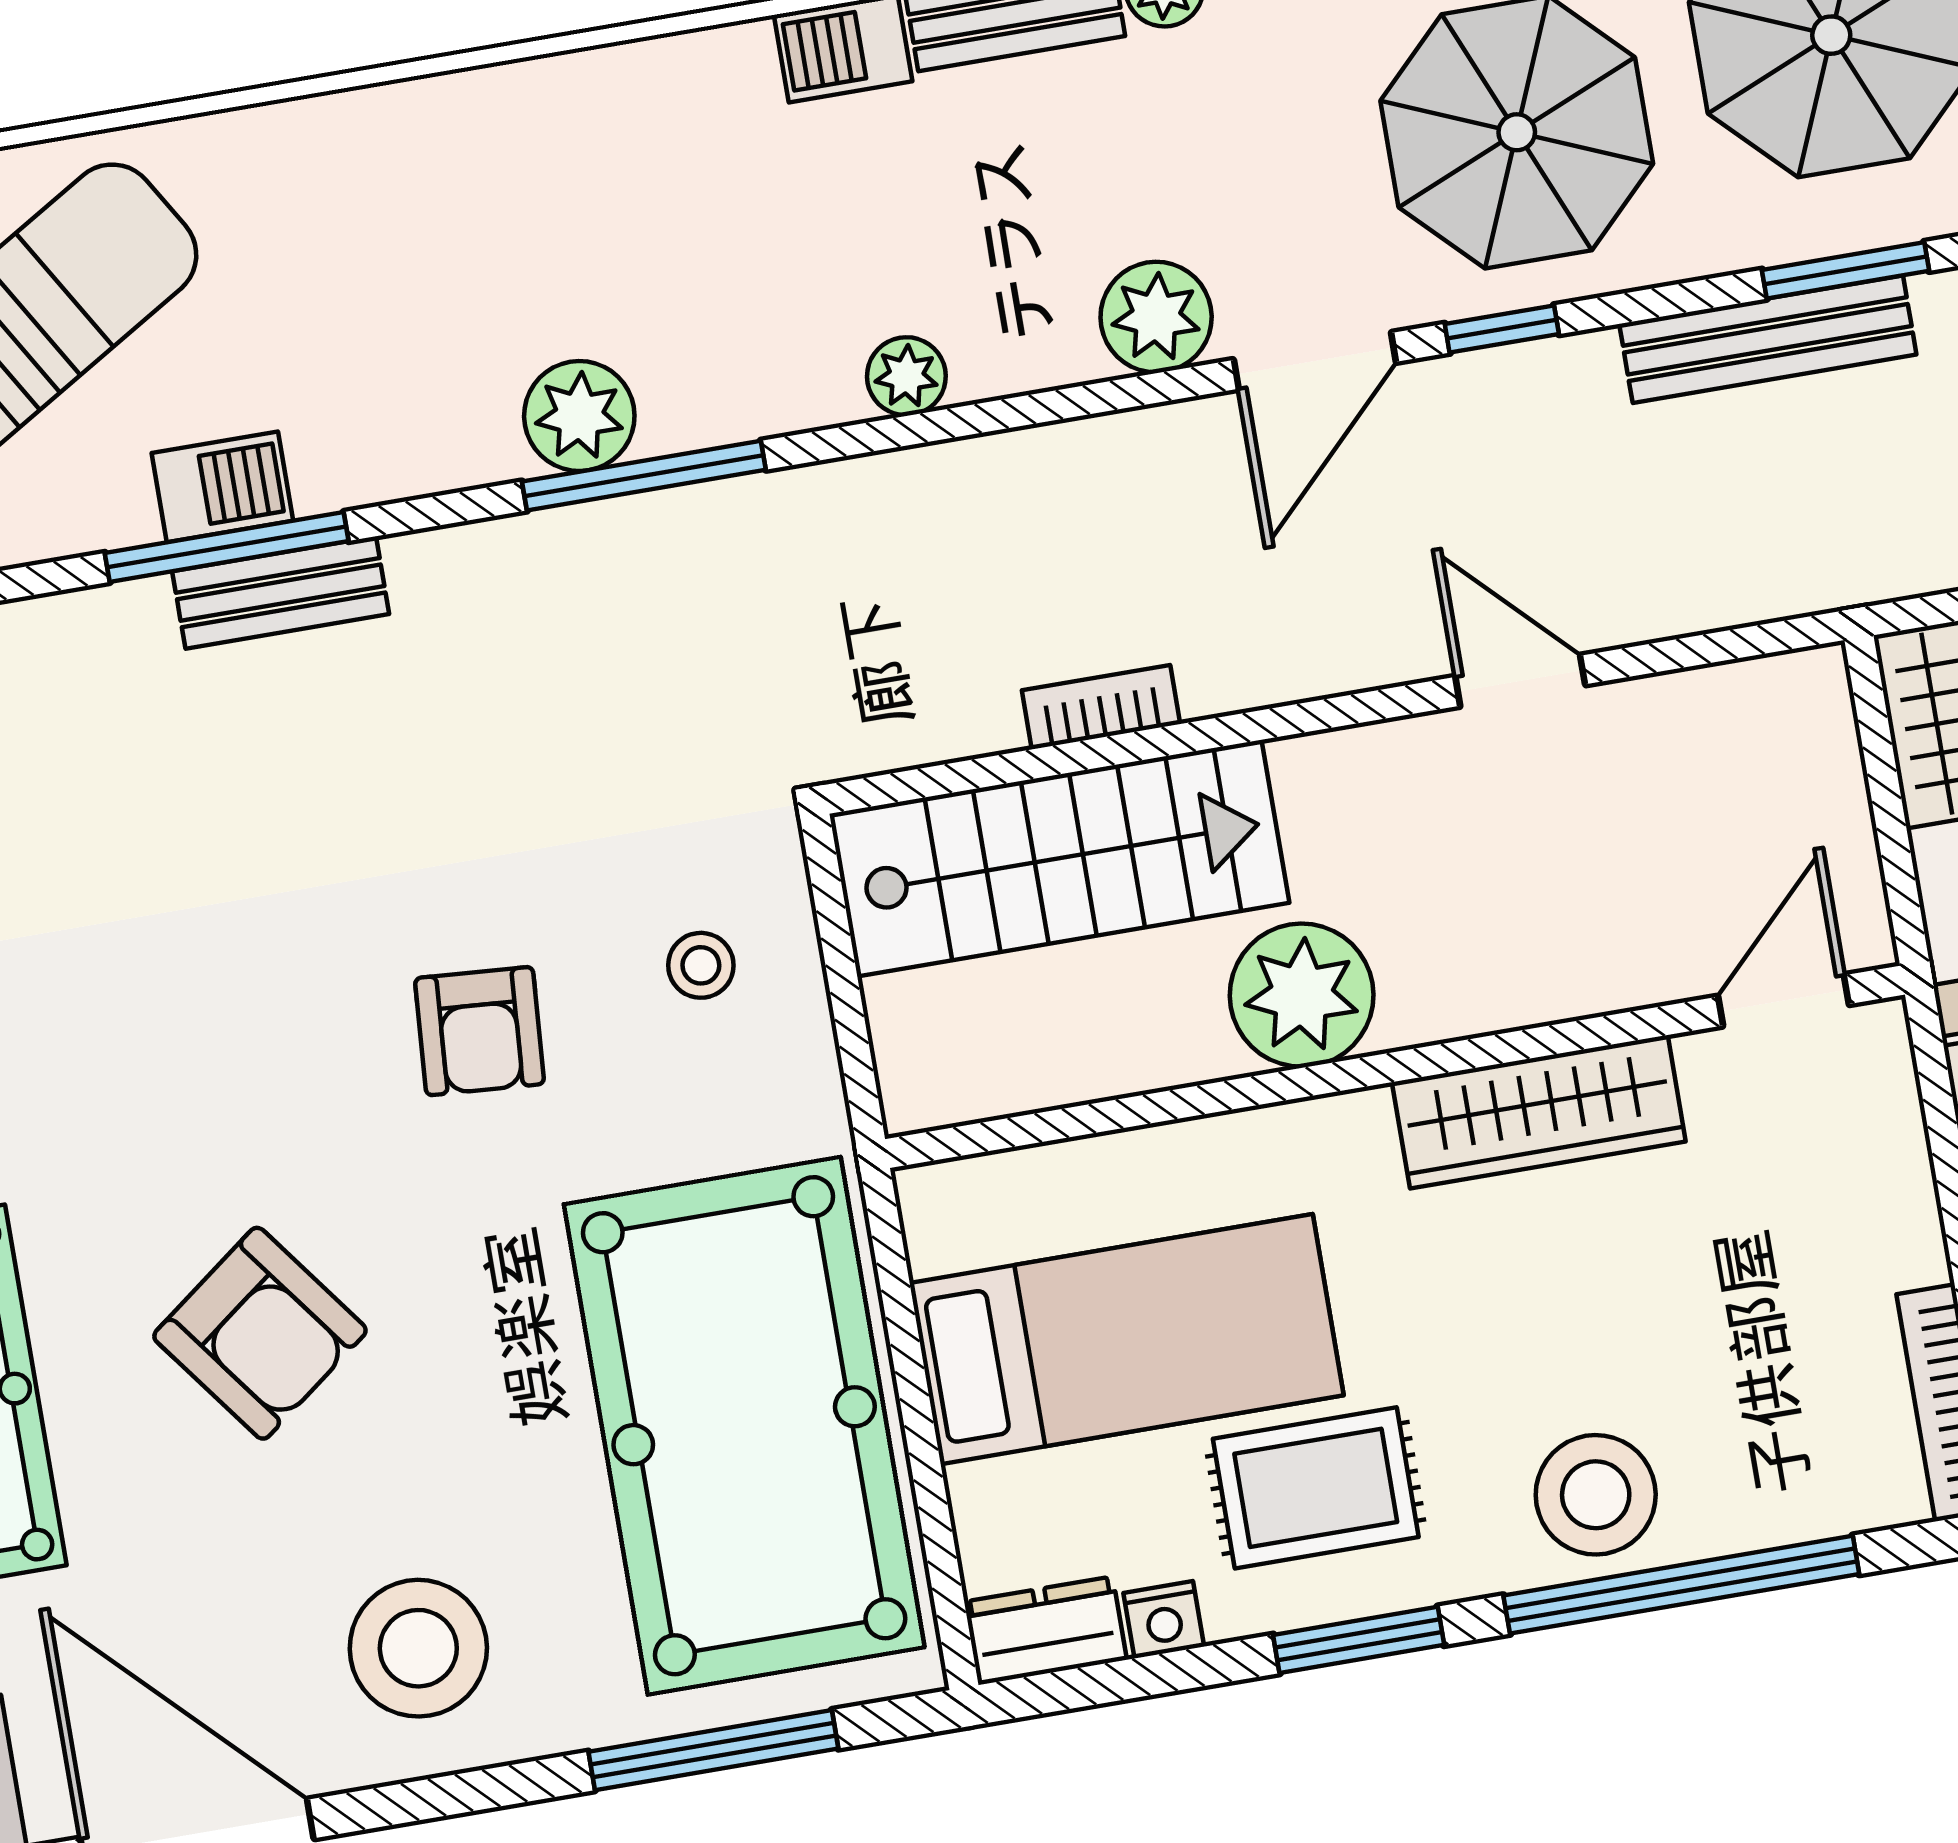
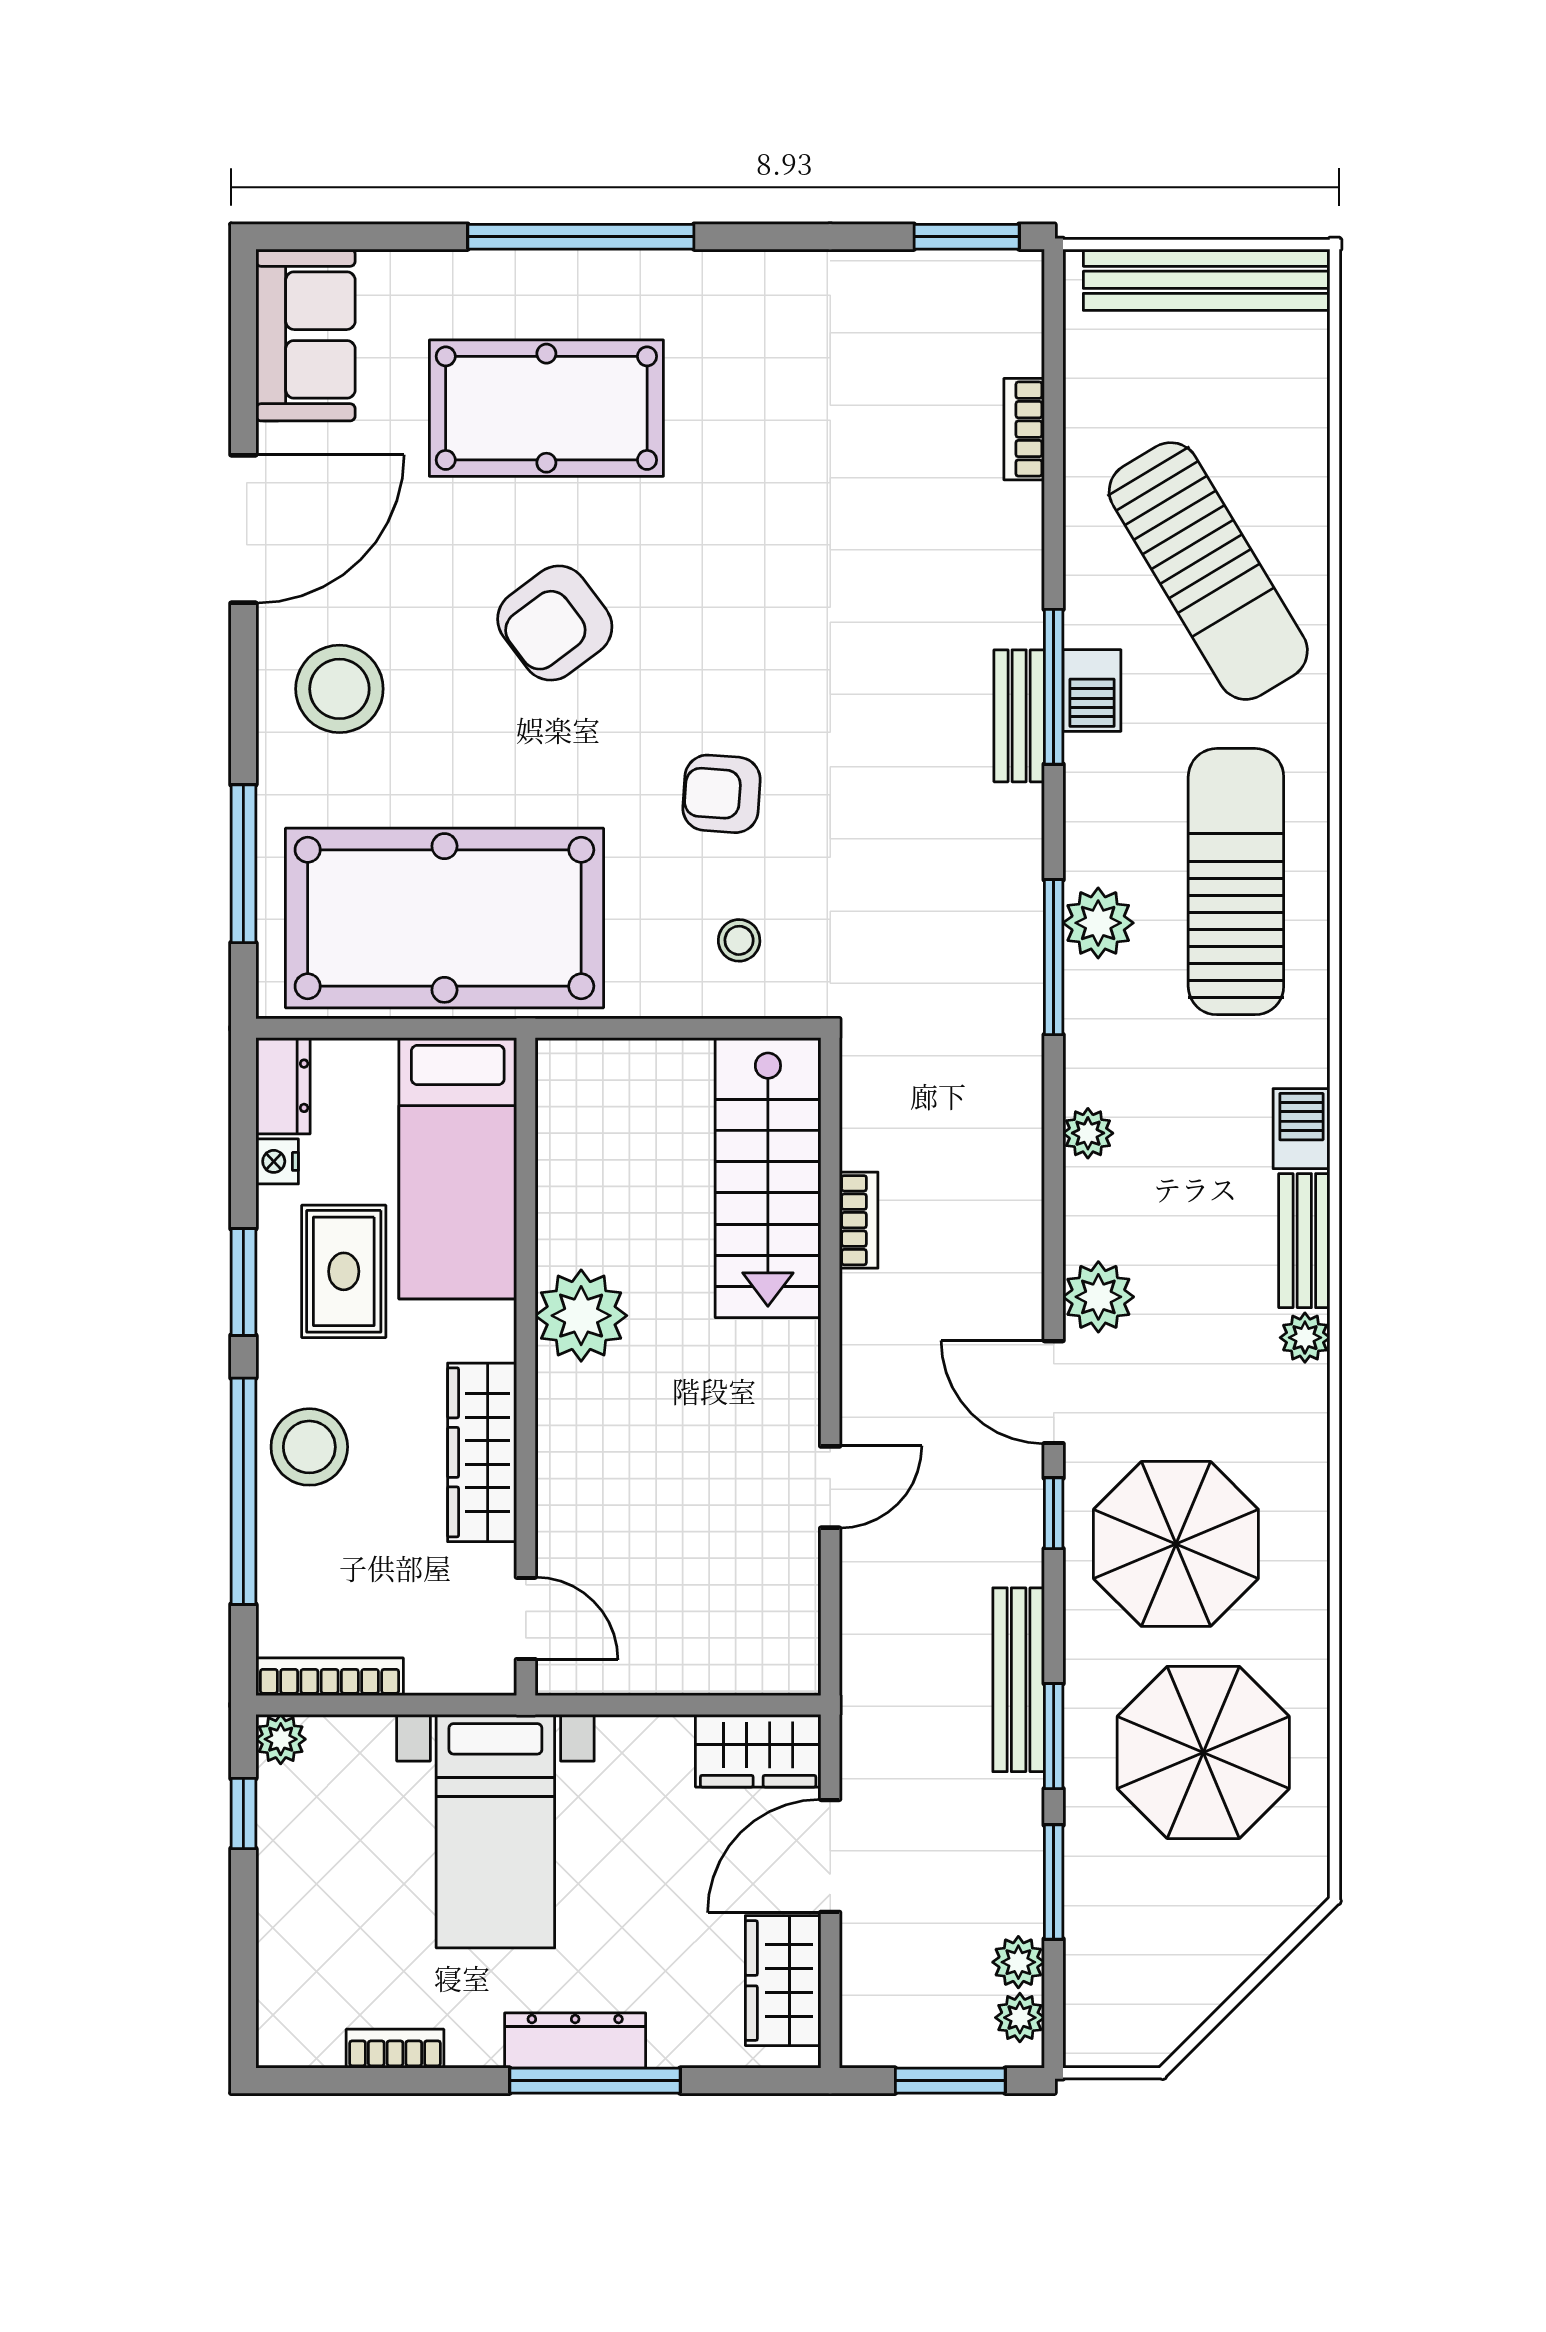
sun lounger: (479, 214) -> (1236, 882), added
plant: (1302, 995) -> (581, 1316), moved
door: (1783, 1000) -> (526, 1618), moved
wall: (1395, 1067) -> (526, 1367), moved
wardrobe: (1539, 1112) -> (482, 1452), moved

